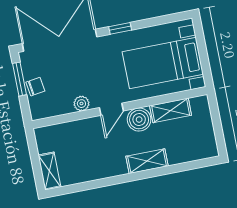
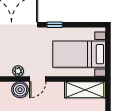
shelving: (171, 110) -> (85, 90), width x1.50, depth x1.33
boiler: (139, 120) -> (20, 90), moved

